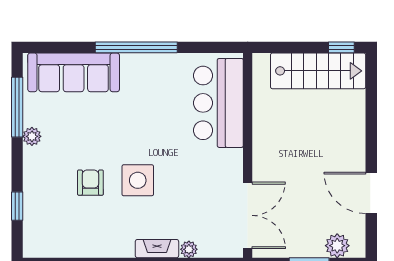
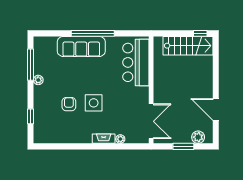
sofa: (74, 72) -> (81, 46), moved

